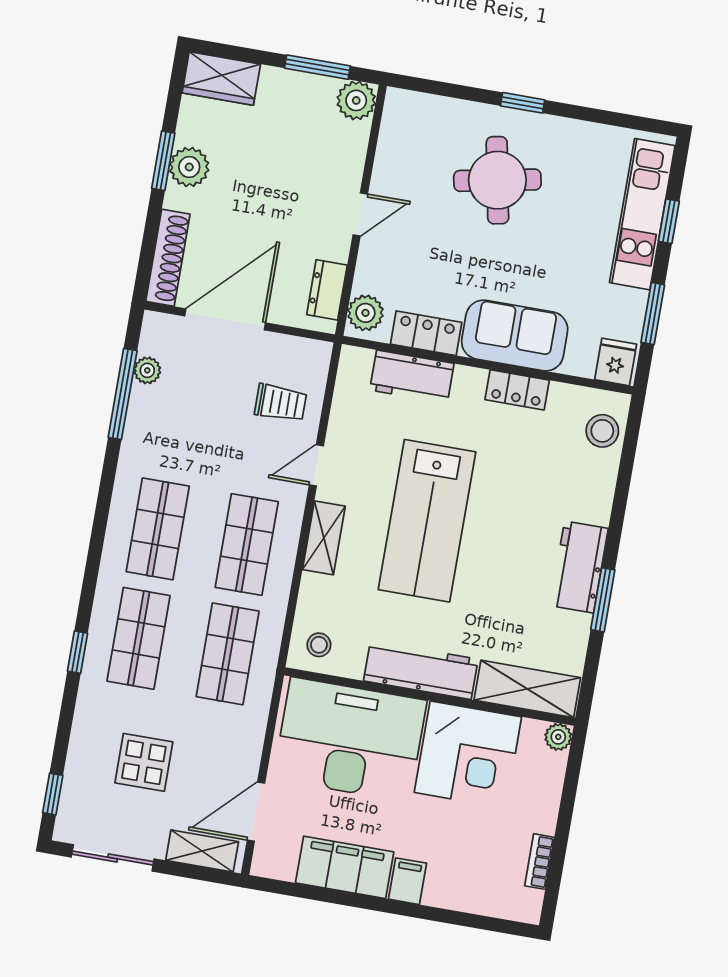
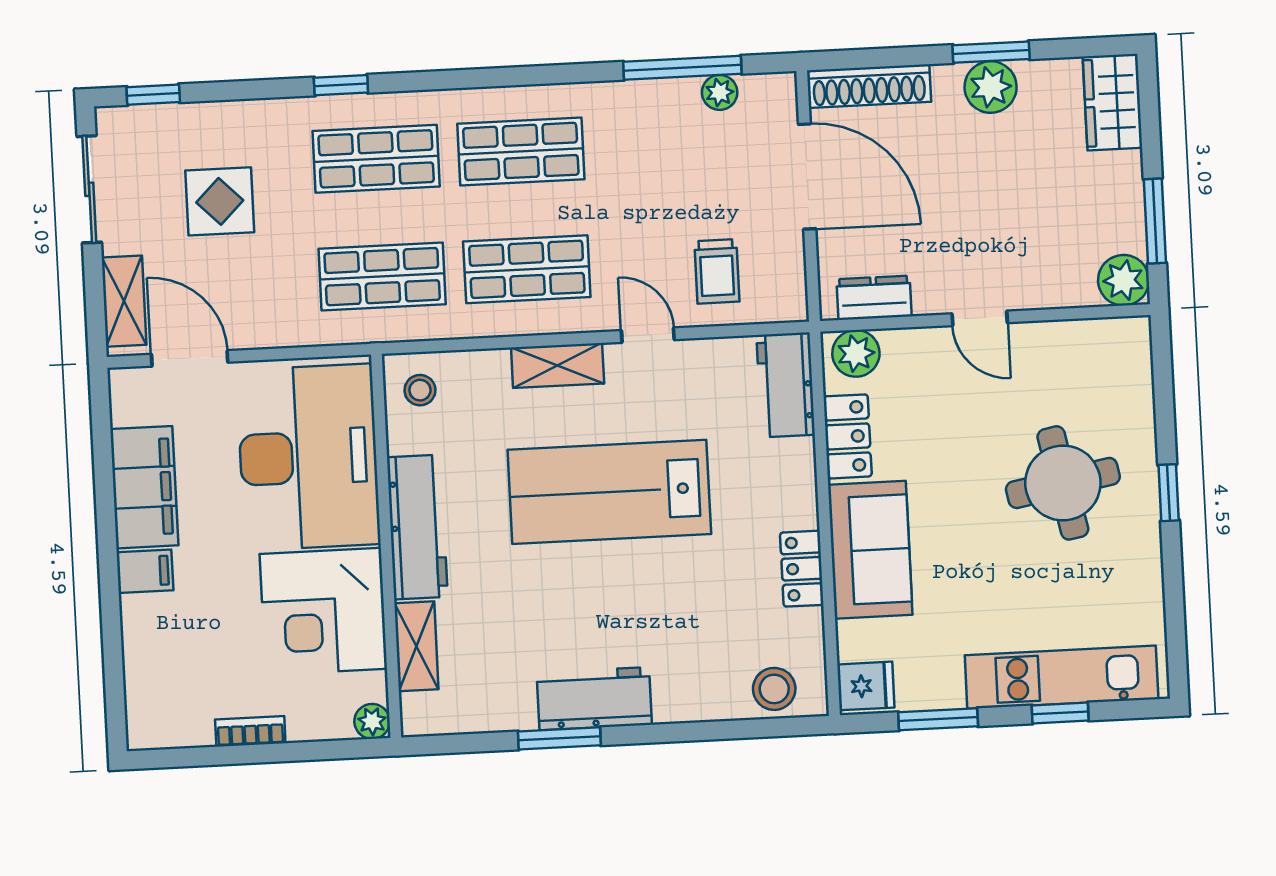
workbench: (412, 377) -> (786, 385), moved
shelving: (527, 689) -> (416, 646), width x0.67, depth x0.75
bookcase: (539, 862) -> (250, 731), moved

